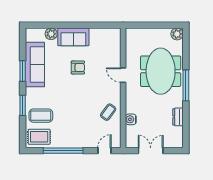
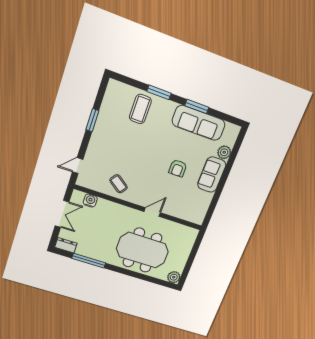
window: (186, 85) -> (89, 261), moved
dresser: (178, 117) -> (66, 245), moved
water cooler: (131, 119) -> (90, 201), moved
rug: (39, 137) -> (117, 98), removed
window: (63, 151) -> (92, 120), width x0.47
door: (104, 151) -> (78, 166), swing flipped

